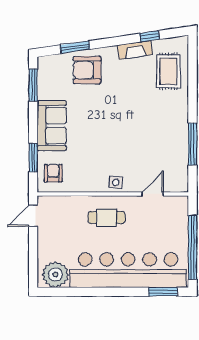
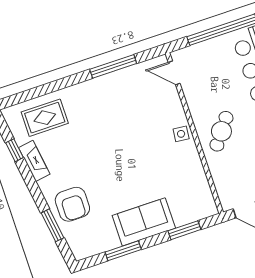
window: (33, 85) -> (123, 251), moved
armchair: (53, 173) -> (194, 203), removed
door: (153, 194) -> (174, 73), moved
cafe table: (106, 217) -> (221, 131), turned 37

